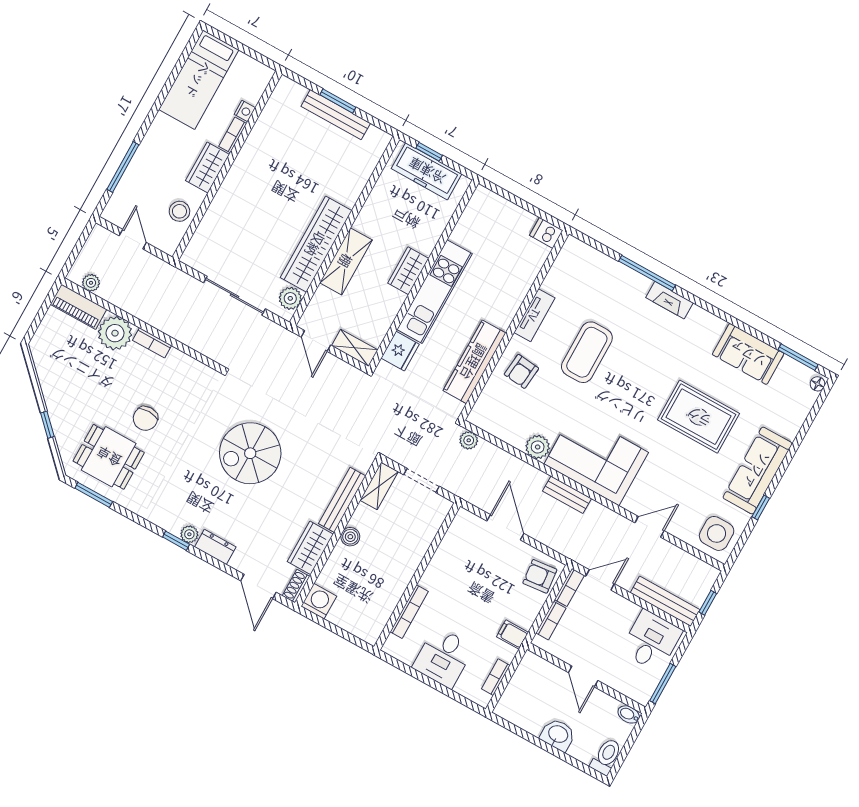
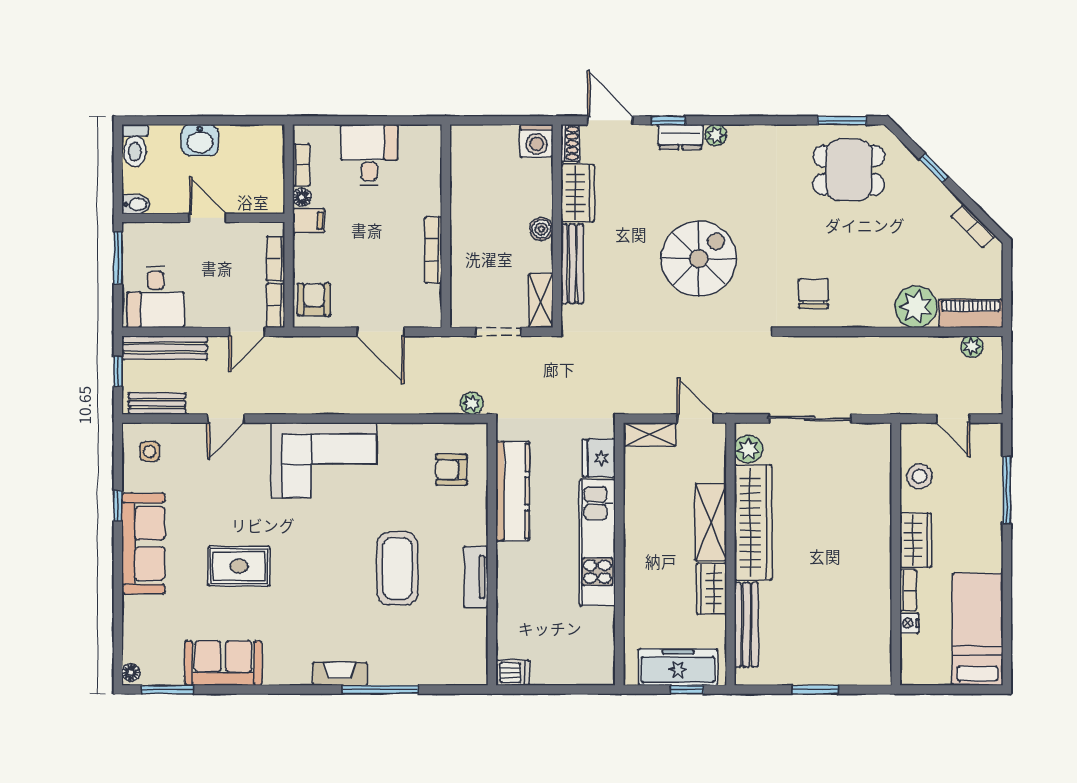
bench: (336, 115) -> (746, 625), moved, turned 90
wardrobe: (408, 271) -> (711, 589), moved, turned 180
bookcase: (152, 343) -> (973, 226), moved, turned -135
armchair: (521, 371) -> (451, 470), moved, turned -96
rug: (699, 417) -> (239, 566), width x0.73, depth x0.70
chair: (145, 418) -> (814, 294), moved
plant: (538, 447) -> (394, 437), removed
bench: (567, 495) -> (157, 404), moved
side table: (717, 533) -> (150, 451), width x0.54, depth x0.54
window: (176, 541) -> (668, 120), moved
armchair: (540, 576) -> (314, 300), turned -84
bookcase: (409, 612) -> (433, 250), moved
floor lamp: (508, 654) -> (302, 197), added

